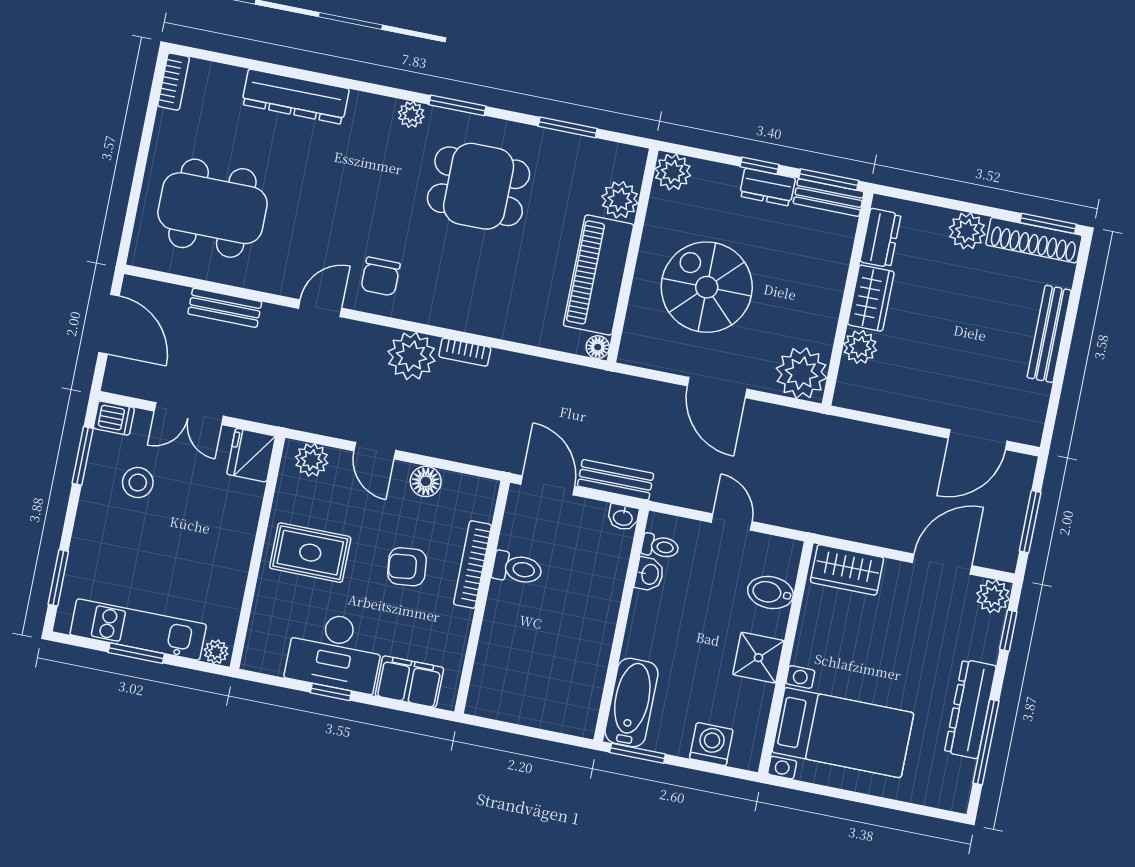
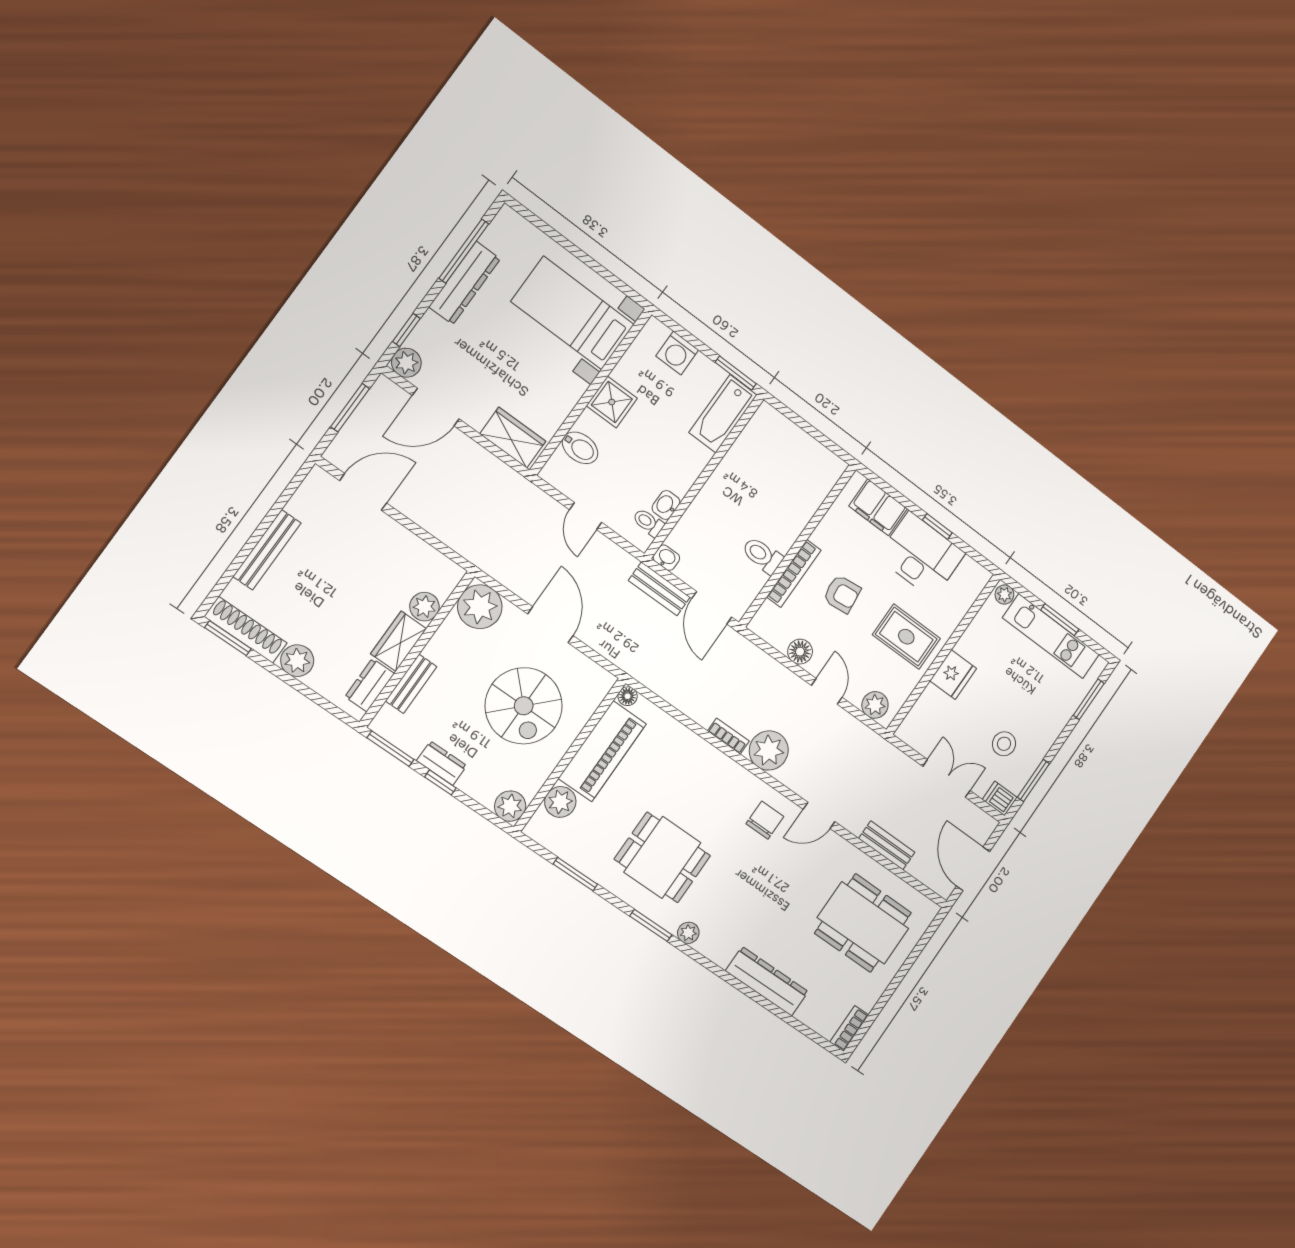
bench: (829, 198) -> (411, 684), moved, turned 90
fridge: (251, 455) -> (953, 675), moved

